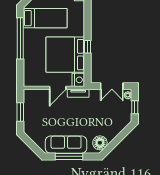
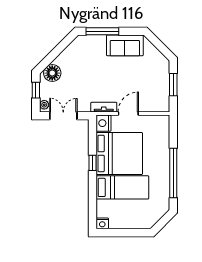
bed: (45, 18) -> (122, 187), moved, turned 180
floor lamp: (100, 143) -> (52, 73), moved
sofa: (66, 145) -> (125, 45), width x0.73
window: (69, 156) -> (102, 31), moved

